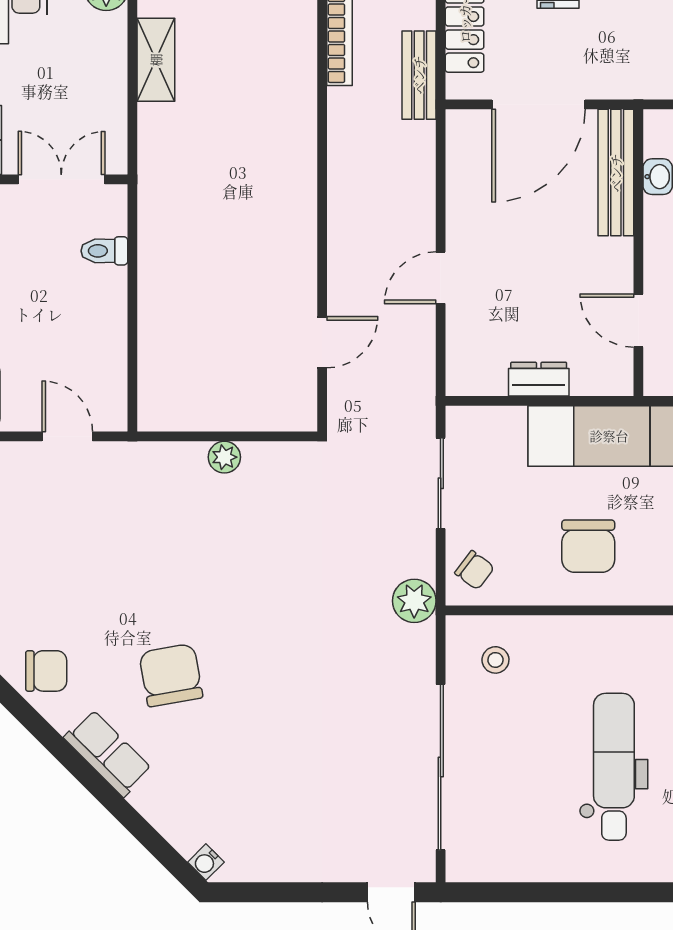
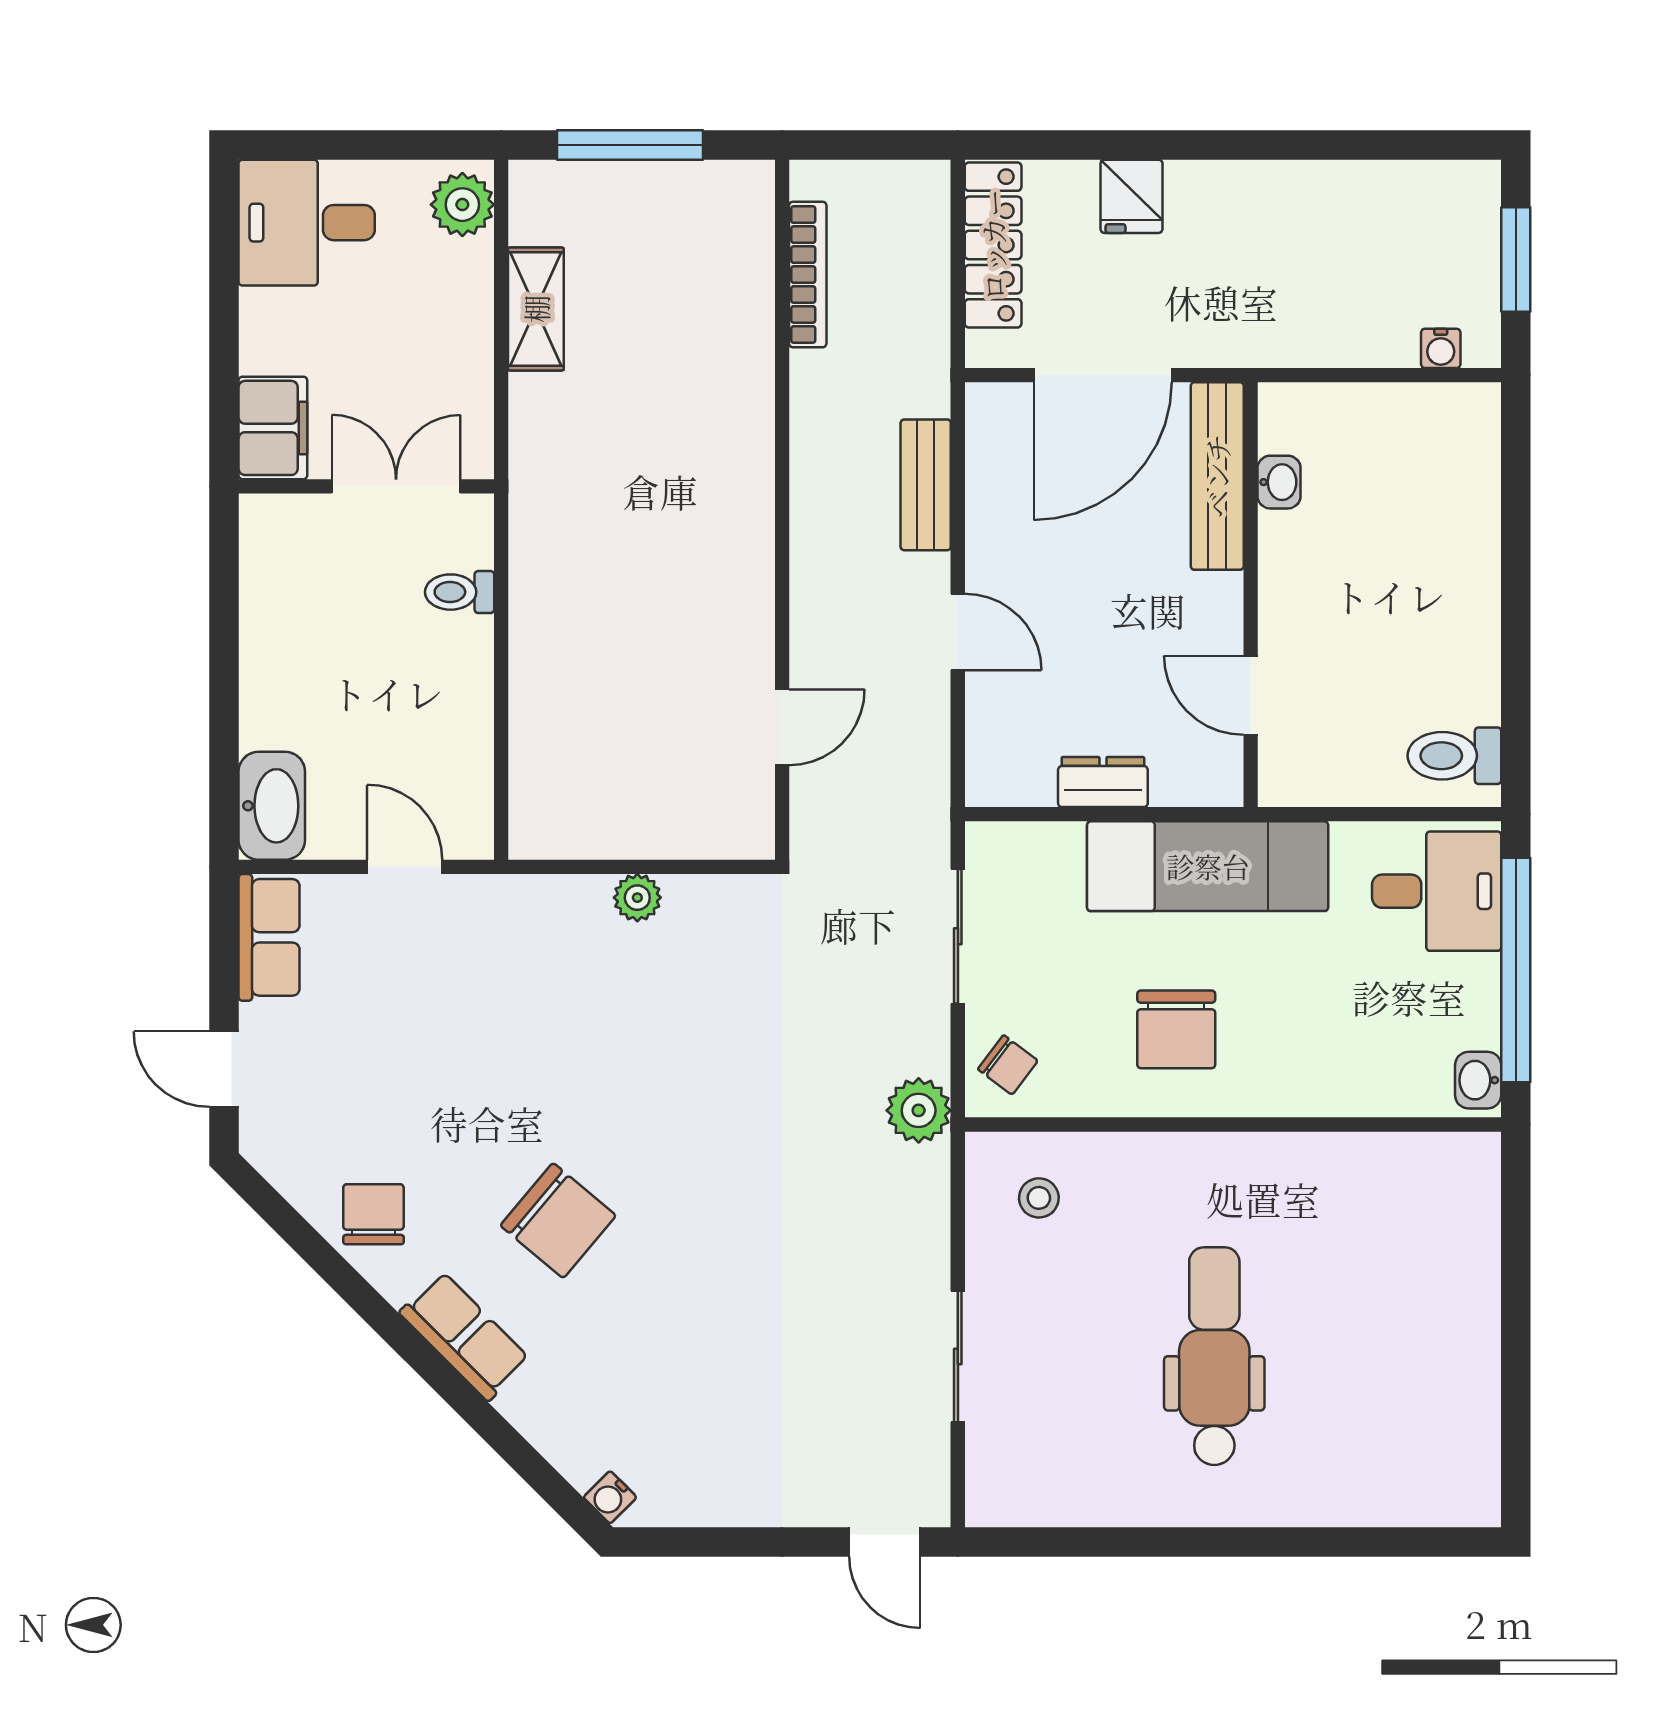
bench: (419, 75) -> (926, 485), moved
door: (441, 278) -> (958, 632), swing flipped
chair: (46, 671) -> (373, 1214), turned -90
chair: (171, 675) -> (558, 1220), turned 140
sliding door: (441, 767) -> (958, 1357), width x0.54

